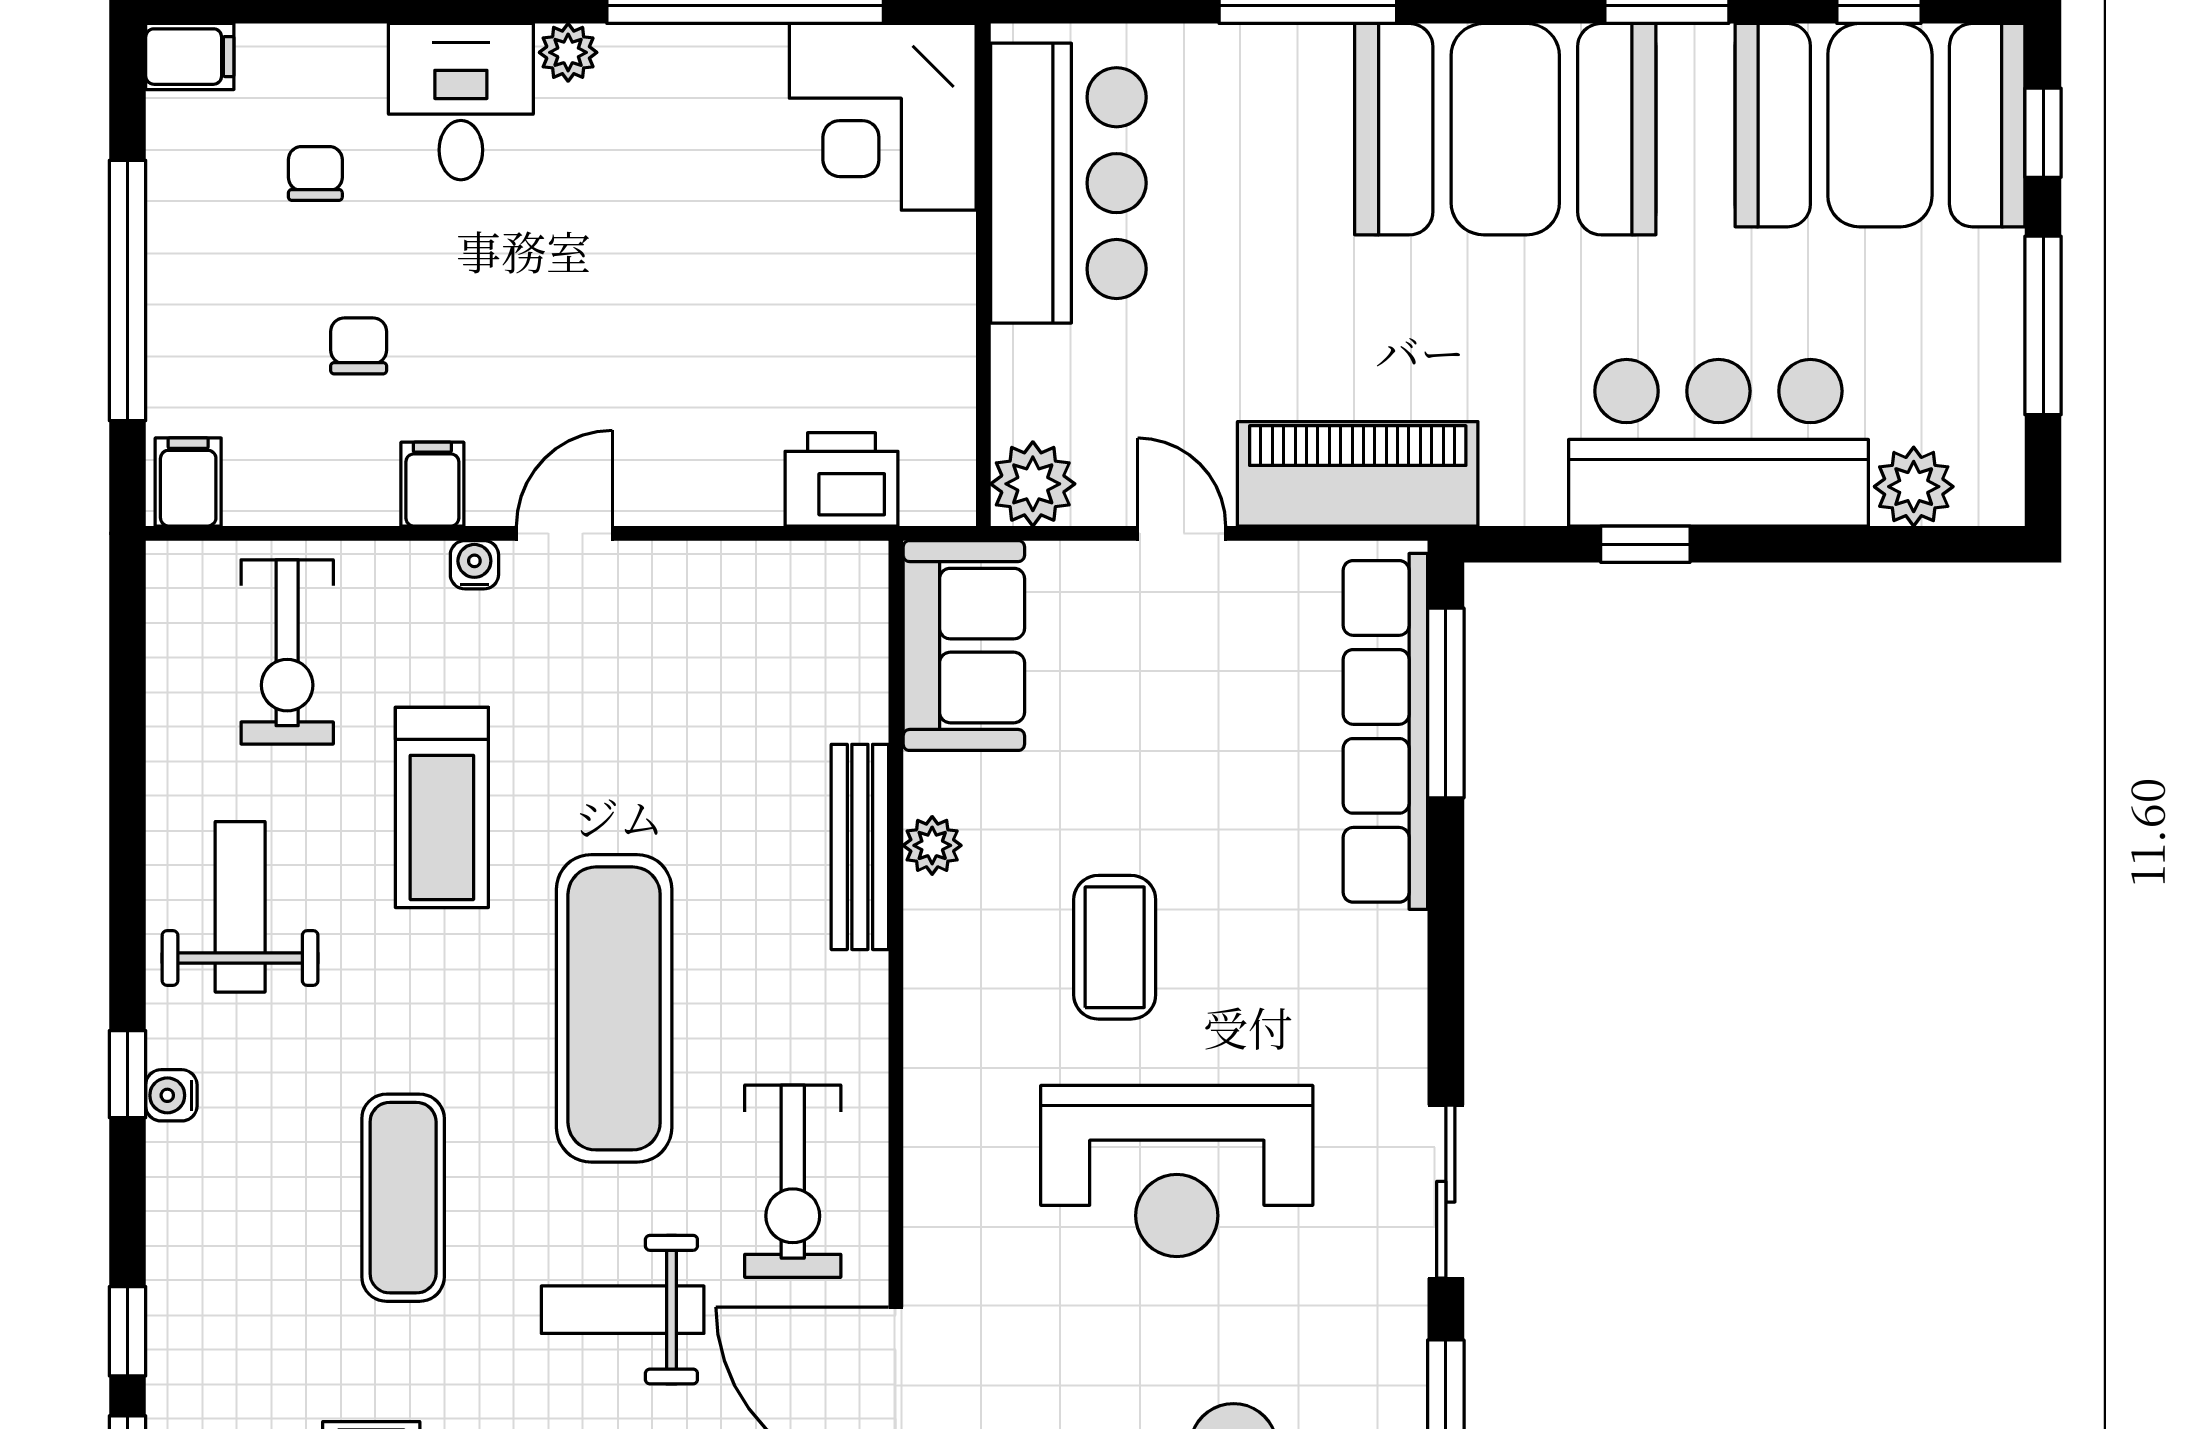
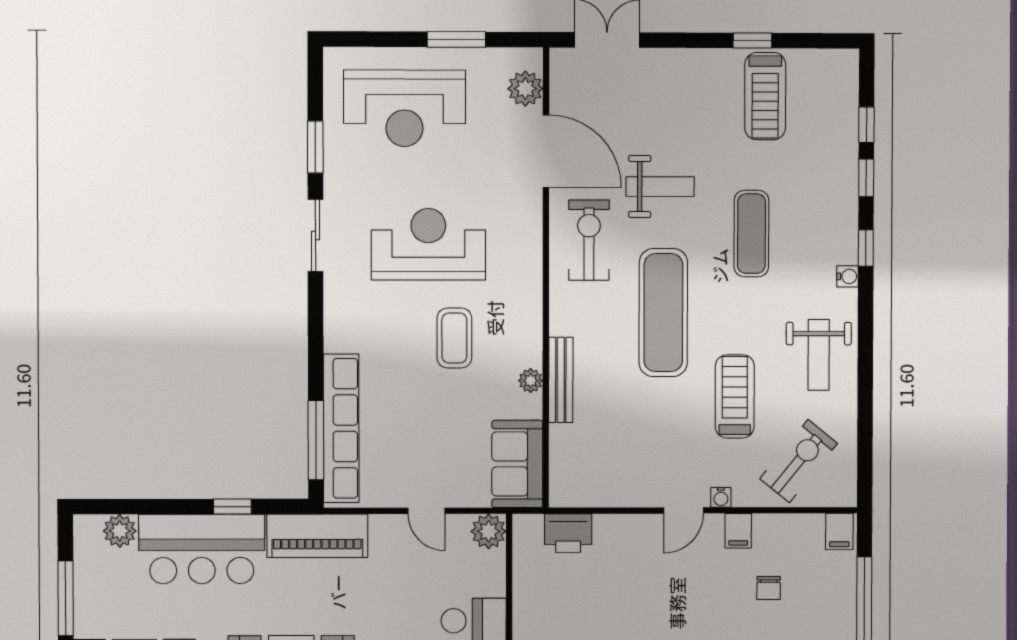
piano: (1358, 474) -> (317, 536), moved
exercise bike: (287, 652) -> (799, 461), turned 39
window: (128, 1074) -> (866, 248), moved

